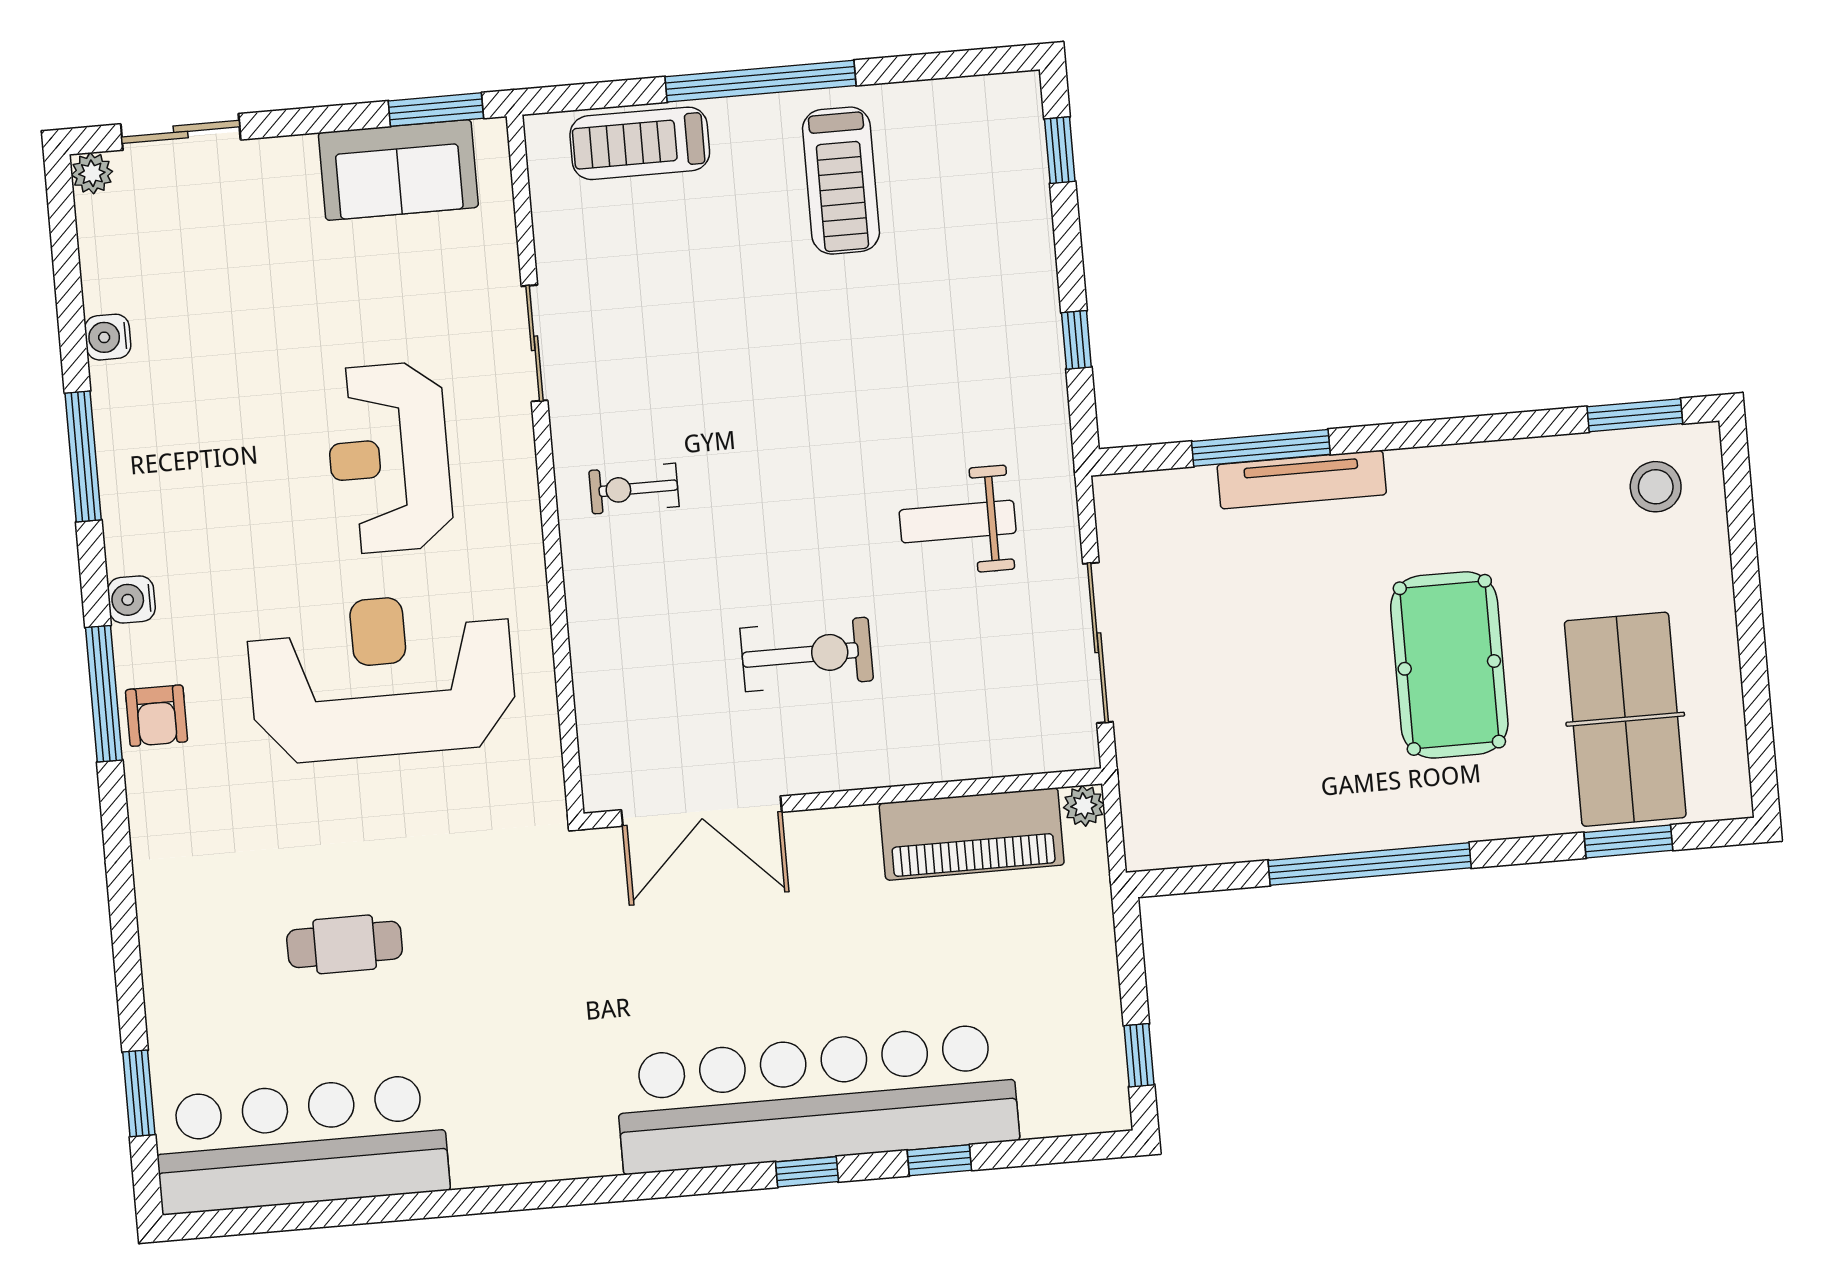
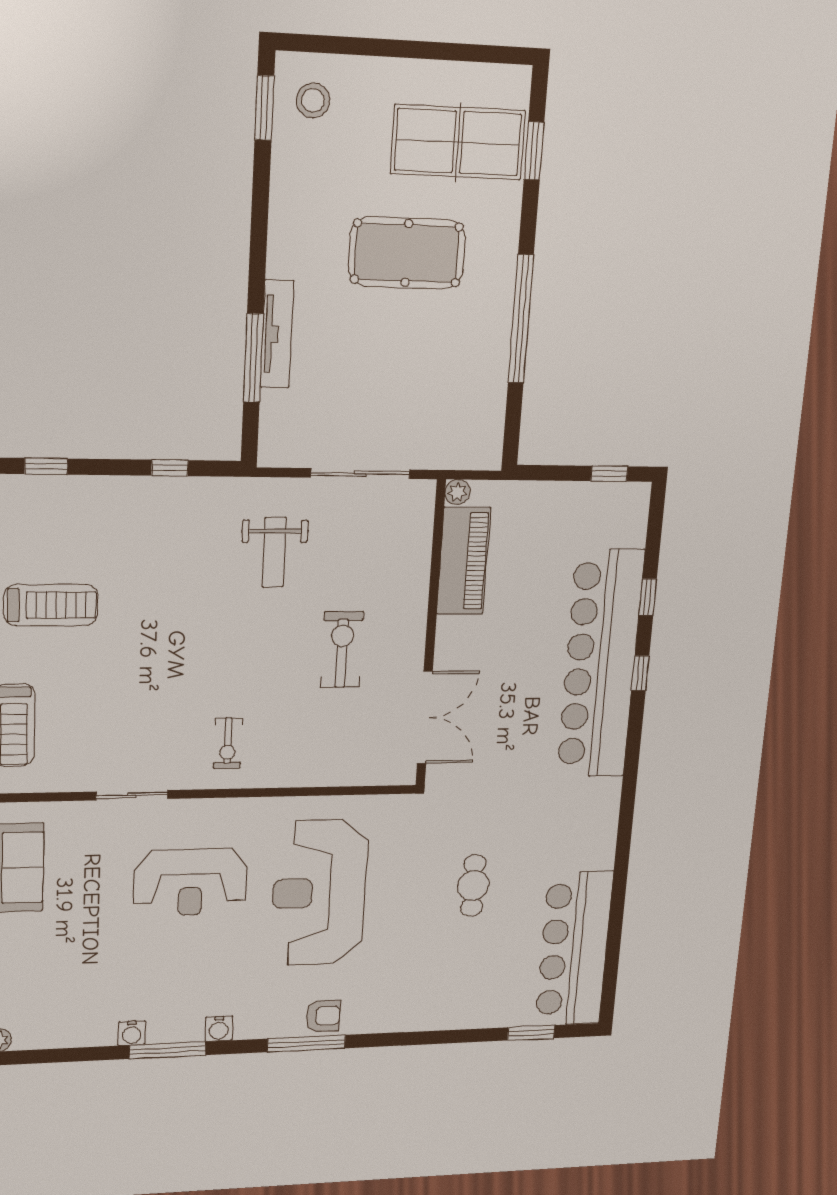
water cooler: (108, 337) -> (132, 1033), moved
water cooler: (131, 600) -> (219, 1029), moved
cafe table: (345, 944) -> (473, 886), moved

